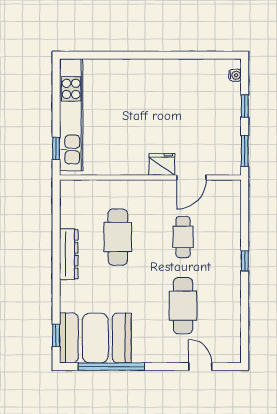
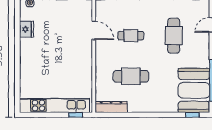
fridge: (162, 164) -> (26, 29), moved, turned 180
dresser: (69, 254) -> (111, 107), moved
cafe table: (183, 306) -> (174, 36), turned 90

